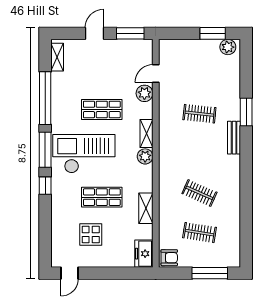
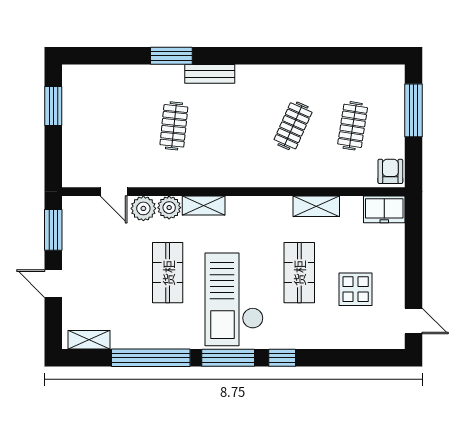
plant: (228, 47) -> (74, 83), removed
plant: (145, 156) -> (169, 208), moved

